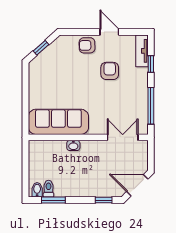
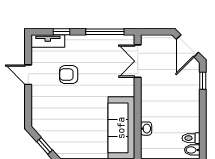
door: (109, 32) -> (28, 75), hinge flipped
armchair: (87, 45) -> (42, 98), removed
washbasin: (73, 145) -> (146, 129), moved
window: (53, 200) -> (203, 133), removed

